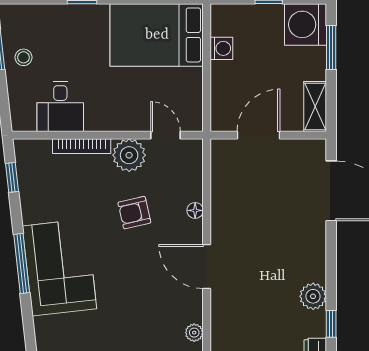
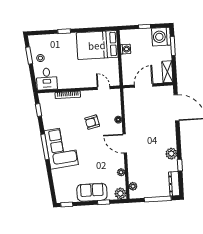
desk: (60, 107) -> (47, 79), moved
plant: (129, 155) -> (88, 98), removed

